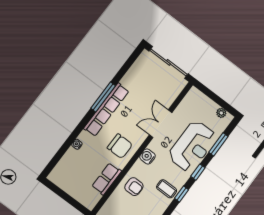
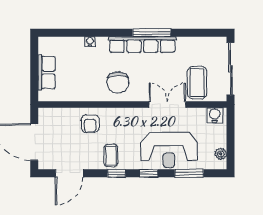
coffee table: (161, 92) -> (197, 83), added
water cooler: (147, 156) -> (215, 115), moved
row of seats: (107, 179) -> (47, 73), moved, turned 90

